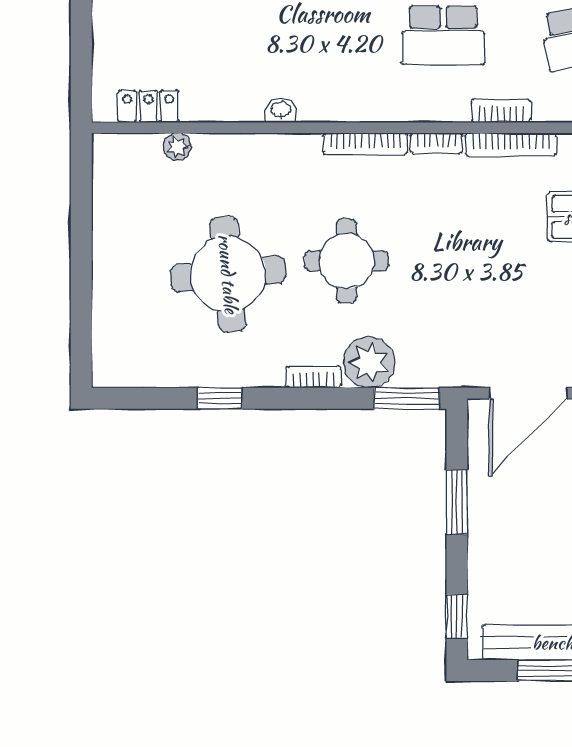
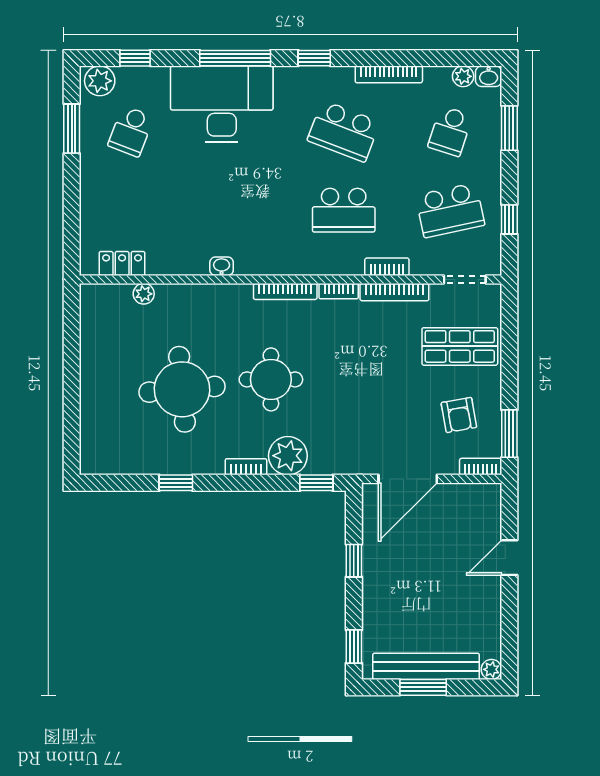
window: (407, 398) -> (316, 483), width x0.67
window: (457, 502) -> (354, 561), width x0.67

